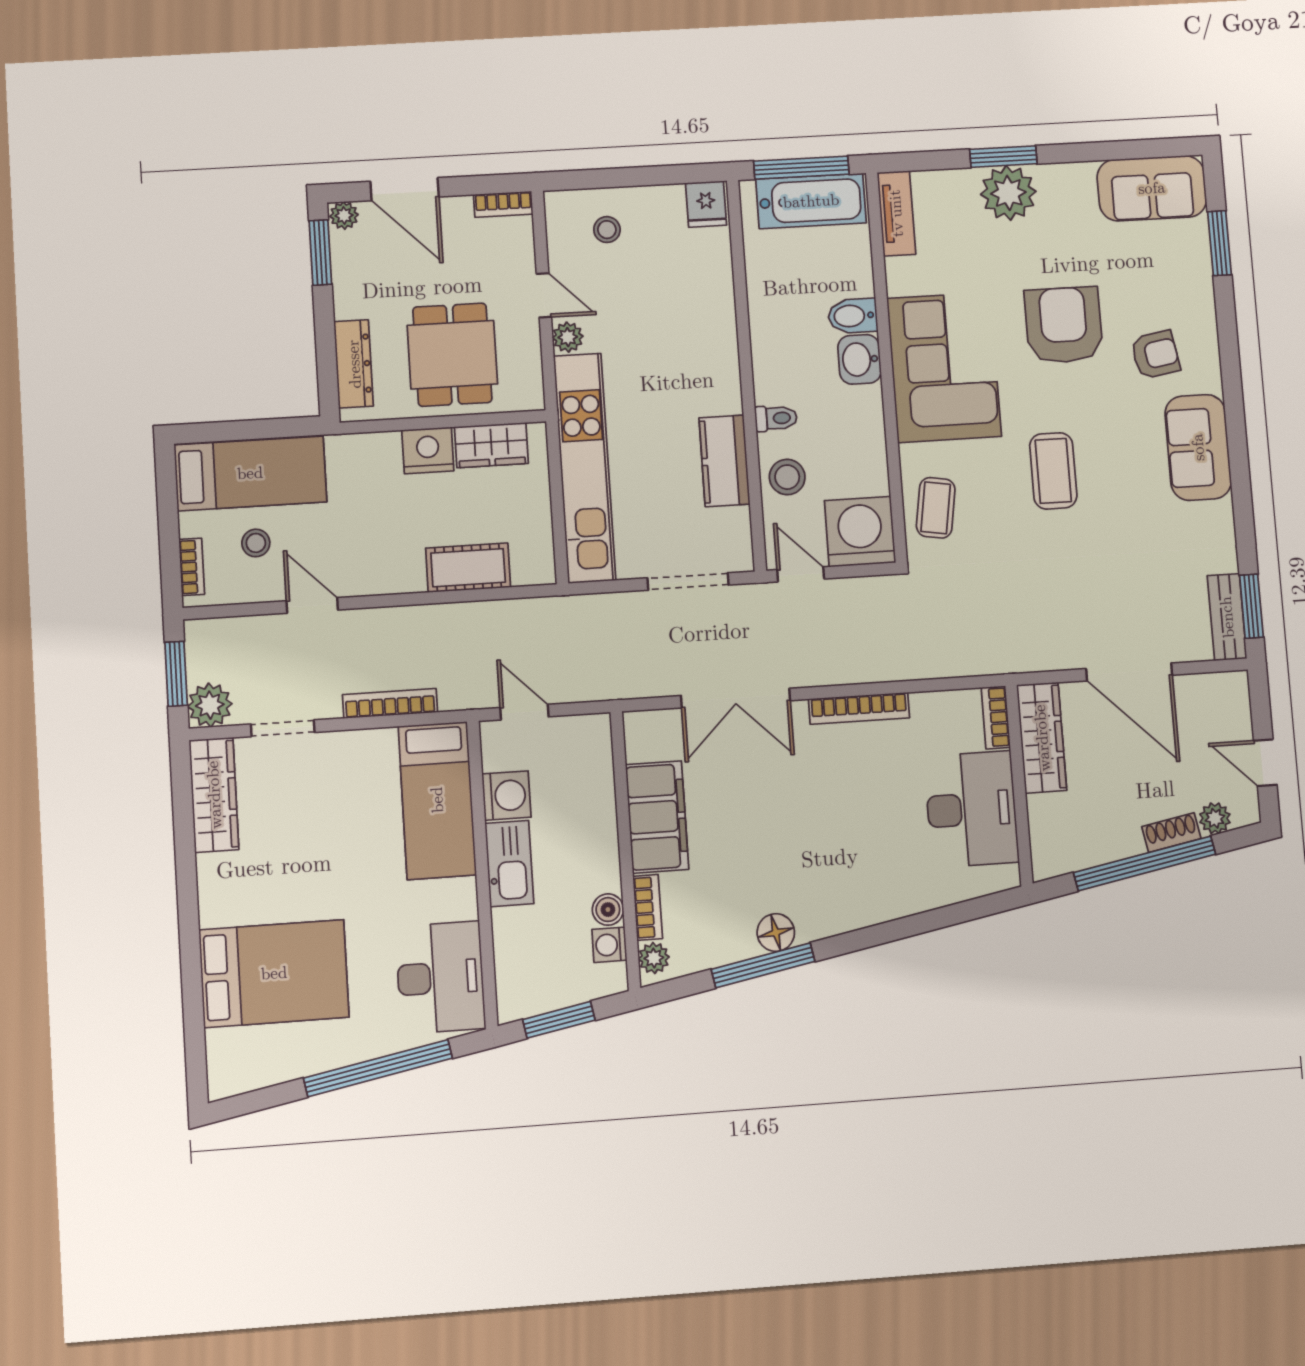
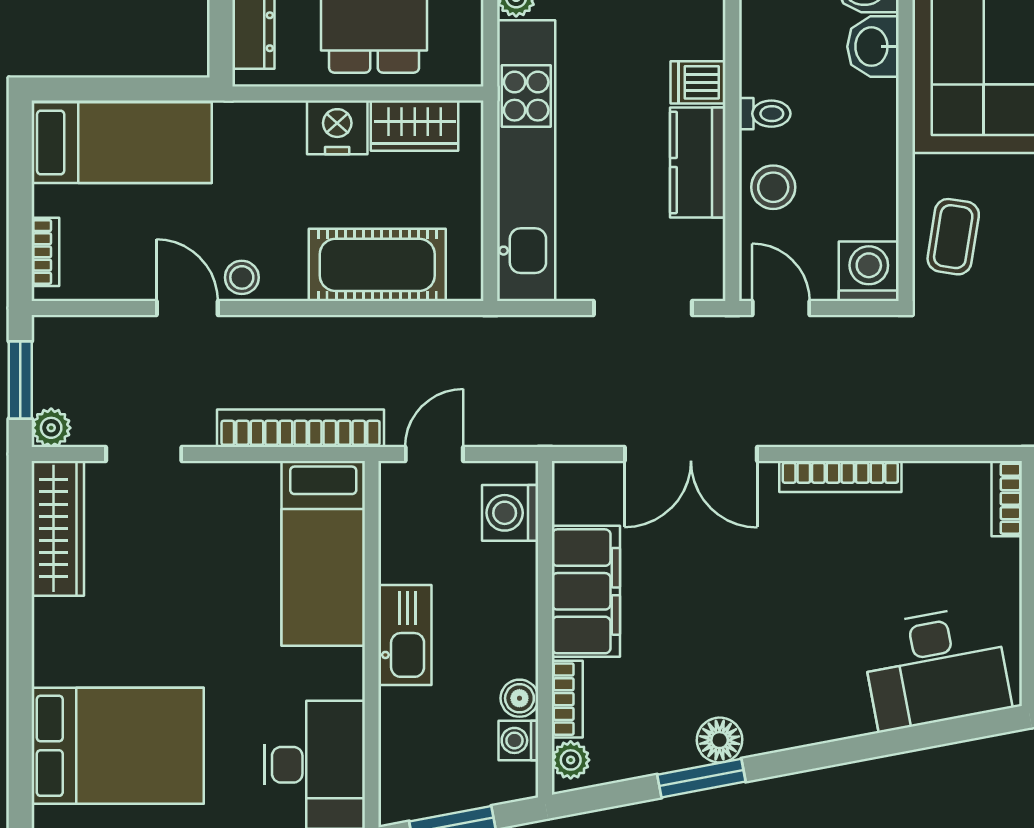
dishwasher: (720, 396) -> (698, 82), added
washing machine: (860, 532) -> (869, 271), width x0.73, depth x0.73
stool: (256, 543) -> (242, 277), moved
cot: (468, 568) -> (377, 265), width x1.37, depth x1.34
bookcase: (390, 703) -> (301, 428), width x1.48, depth x1.31
plant: (210, 705) -> (51, 428), width x0.73, depth x0.73
door: (524, 712) -> (434, 454), hinge flipped
washing machine: (506, 796) -> (510, 513), moved, turned 180
desk: (972, 809) -> (936, 668), moved, turned 79
window: (763, 965) -> (701, 778), width x0.69

